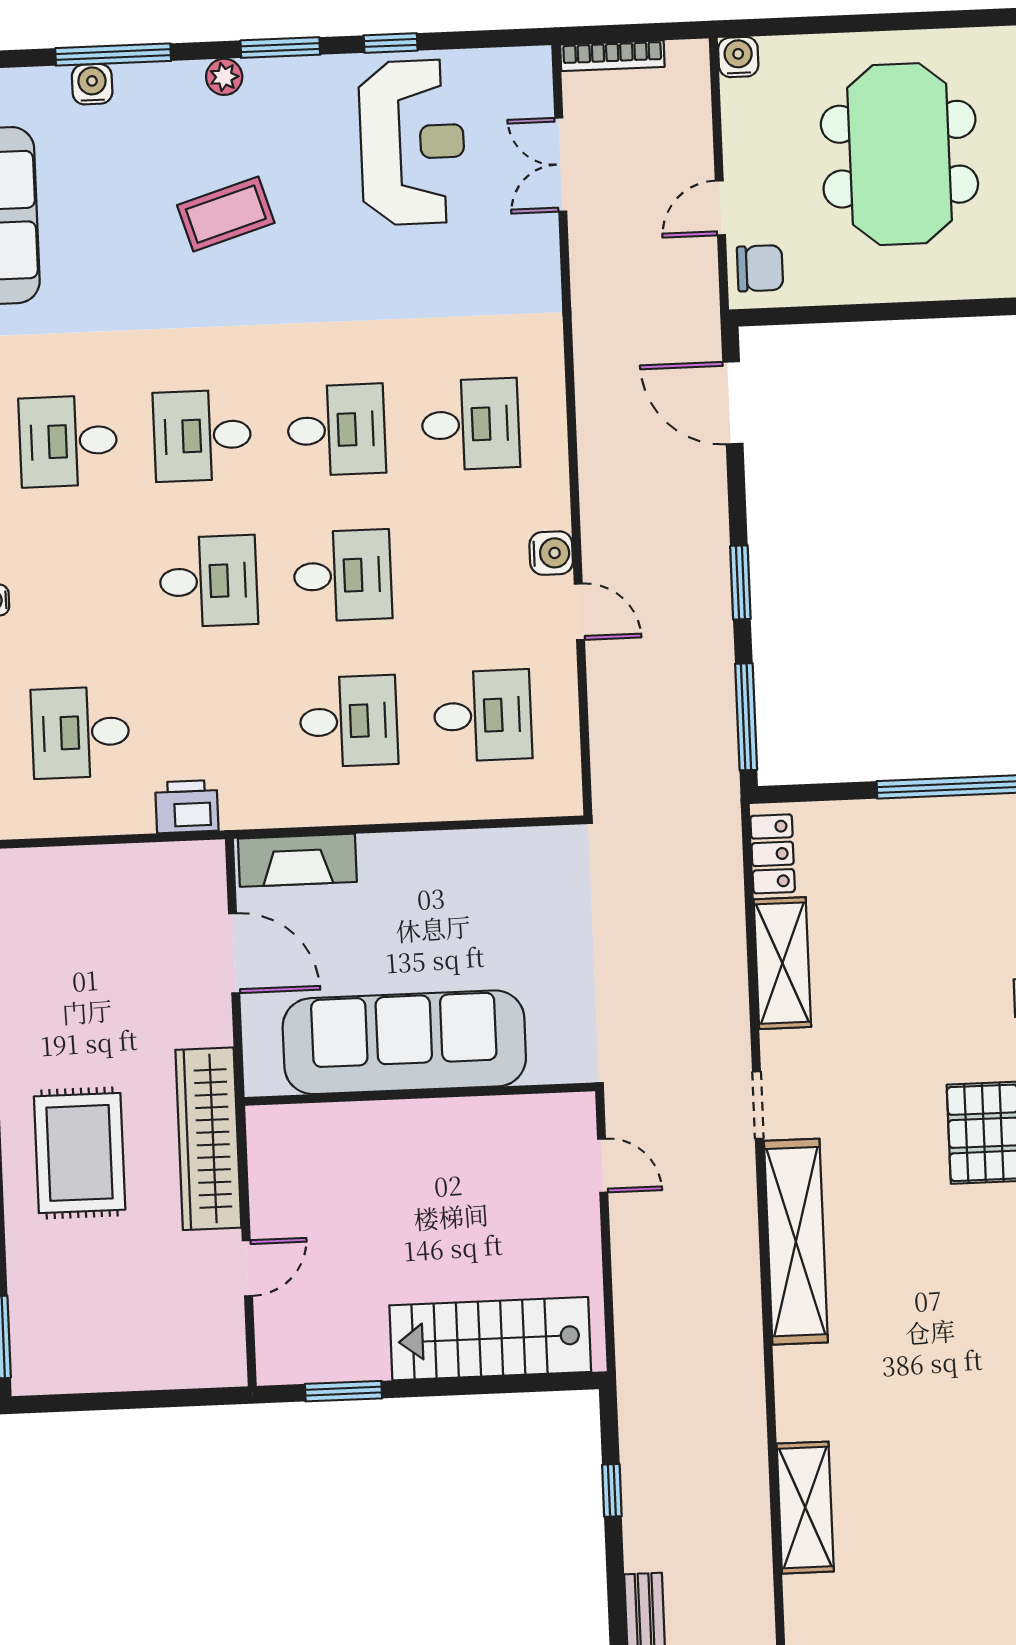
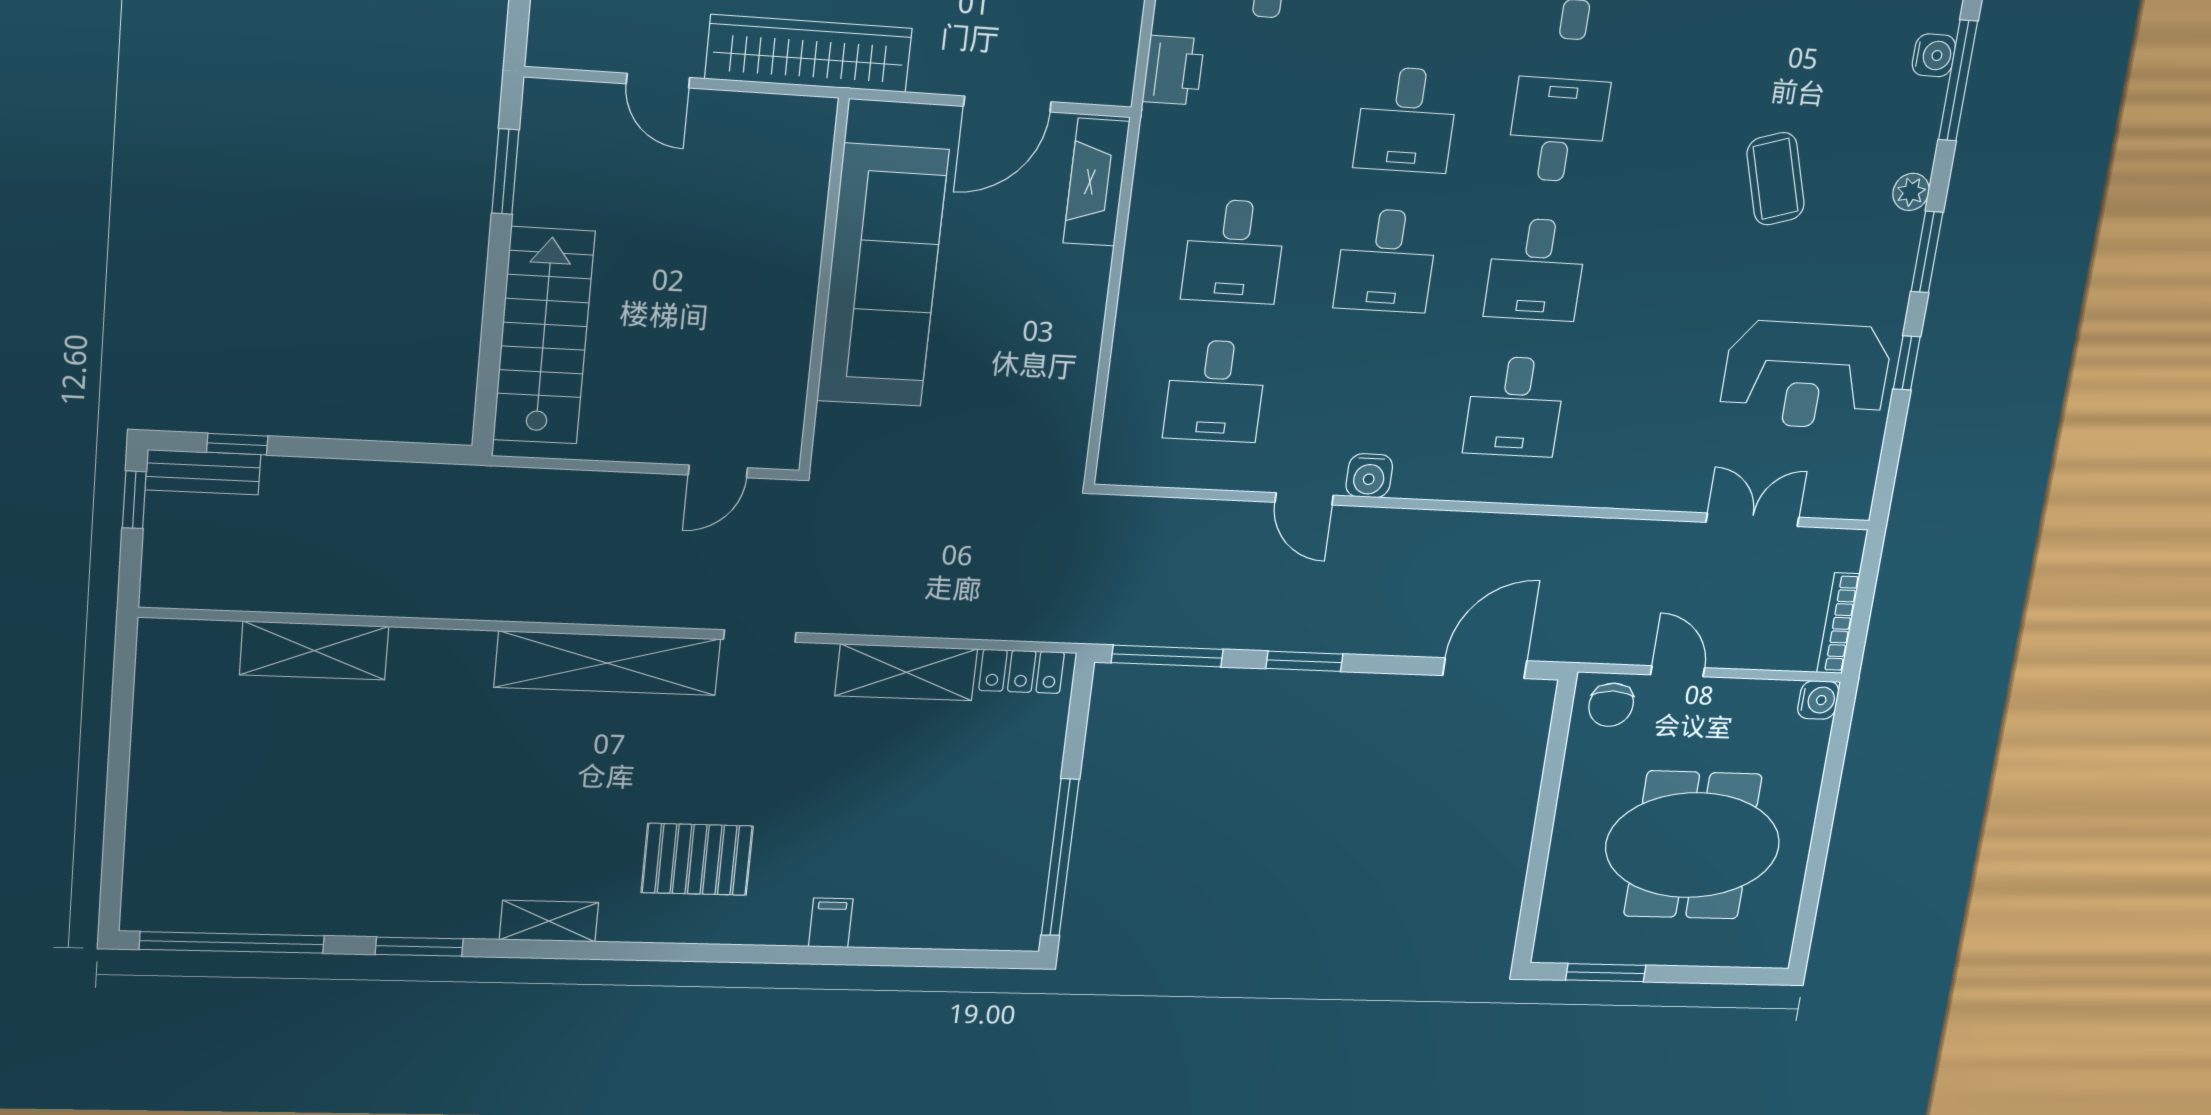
bookcase: (612, 56) -> (1838, 623), moved
door: (579, 612) -> (1304, 499), hinge flipped
window: (612, 1490) -> (237, 444), moved

